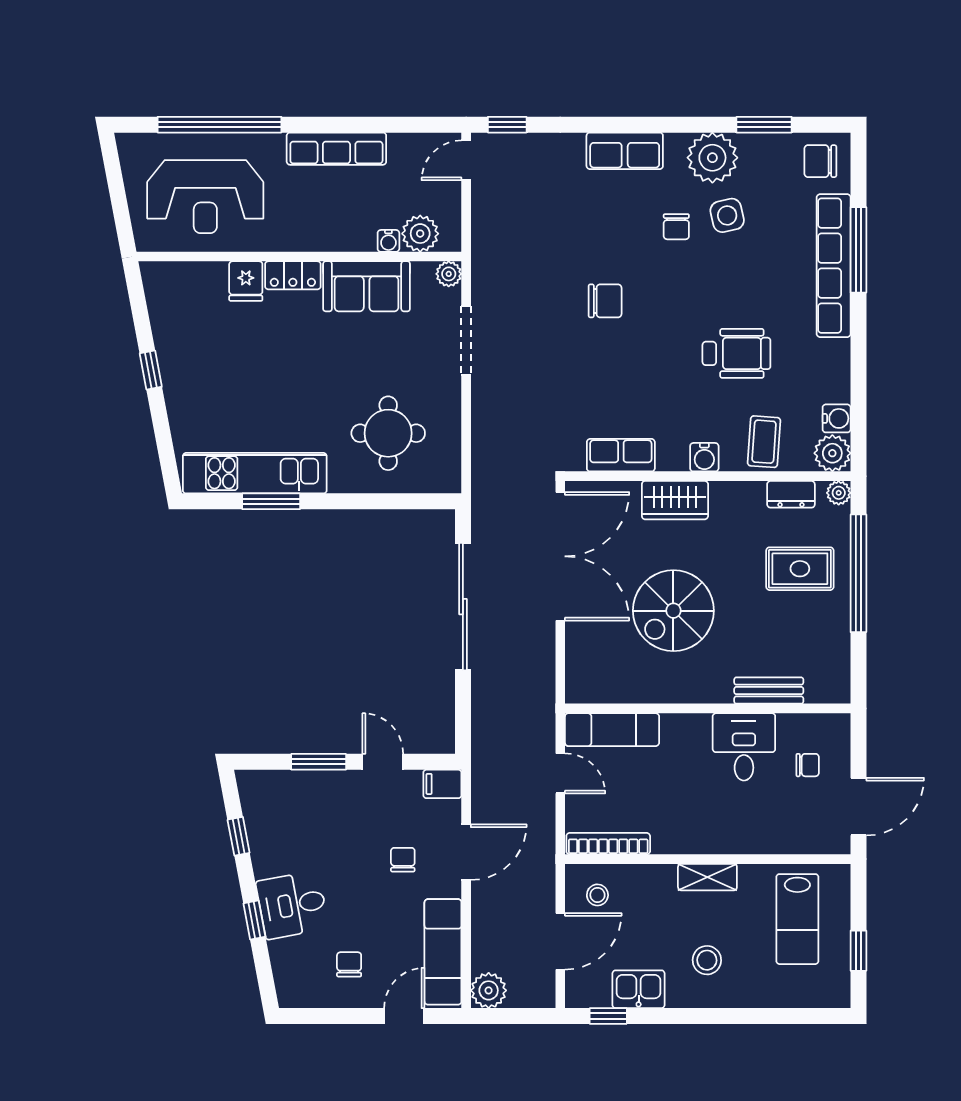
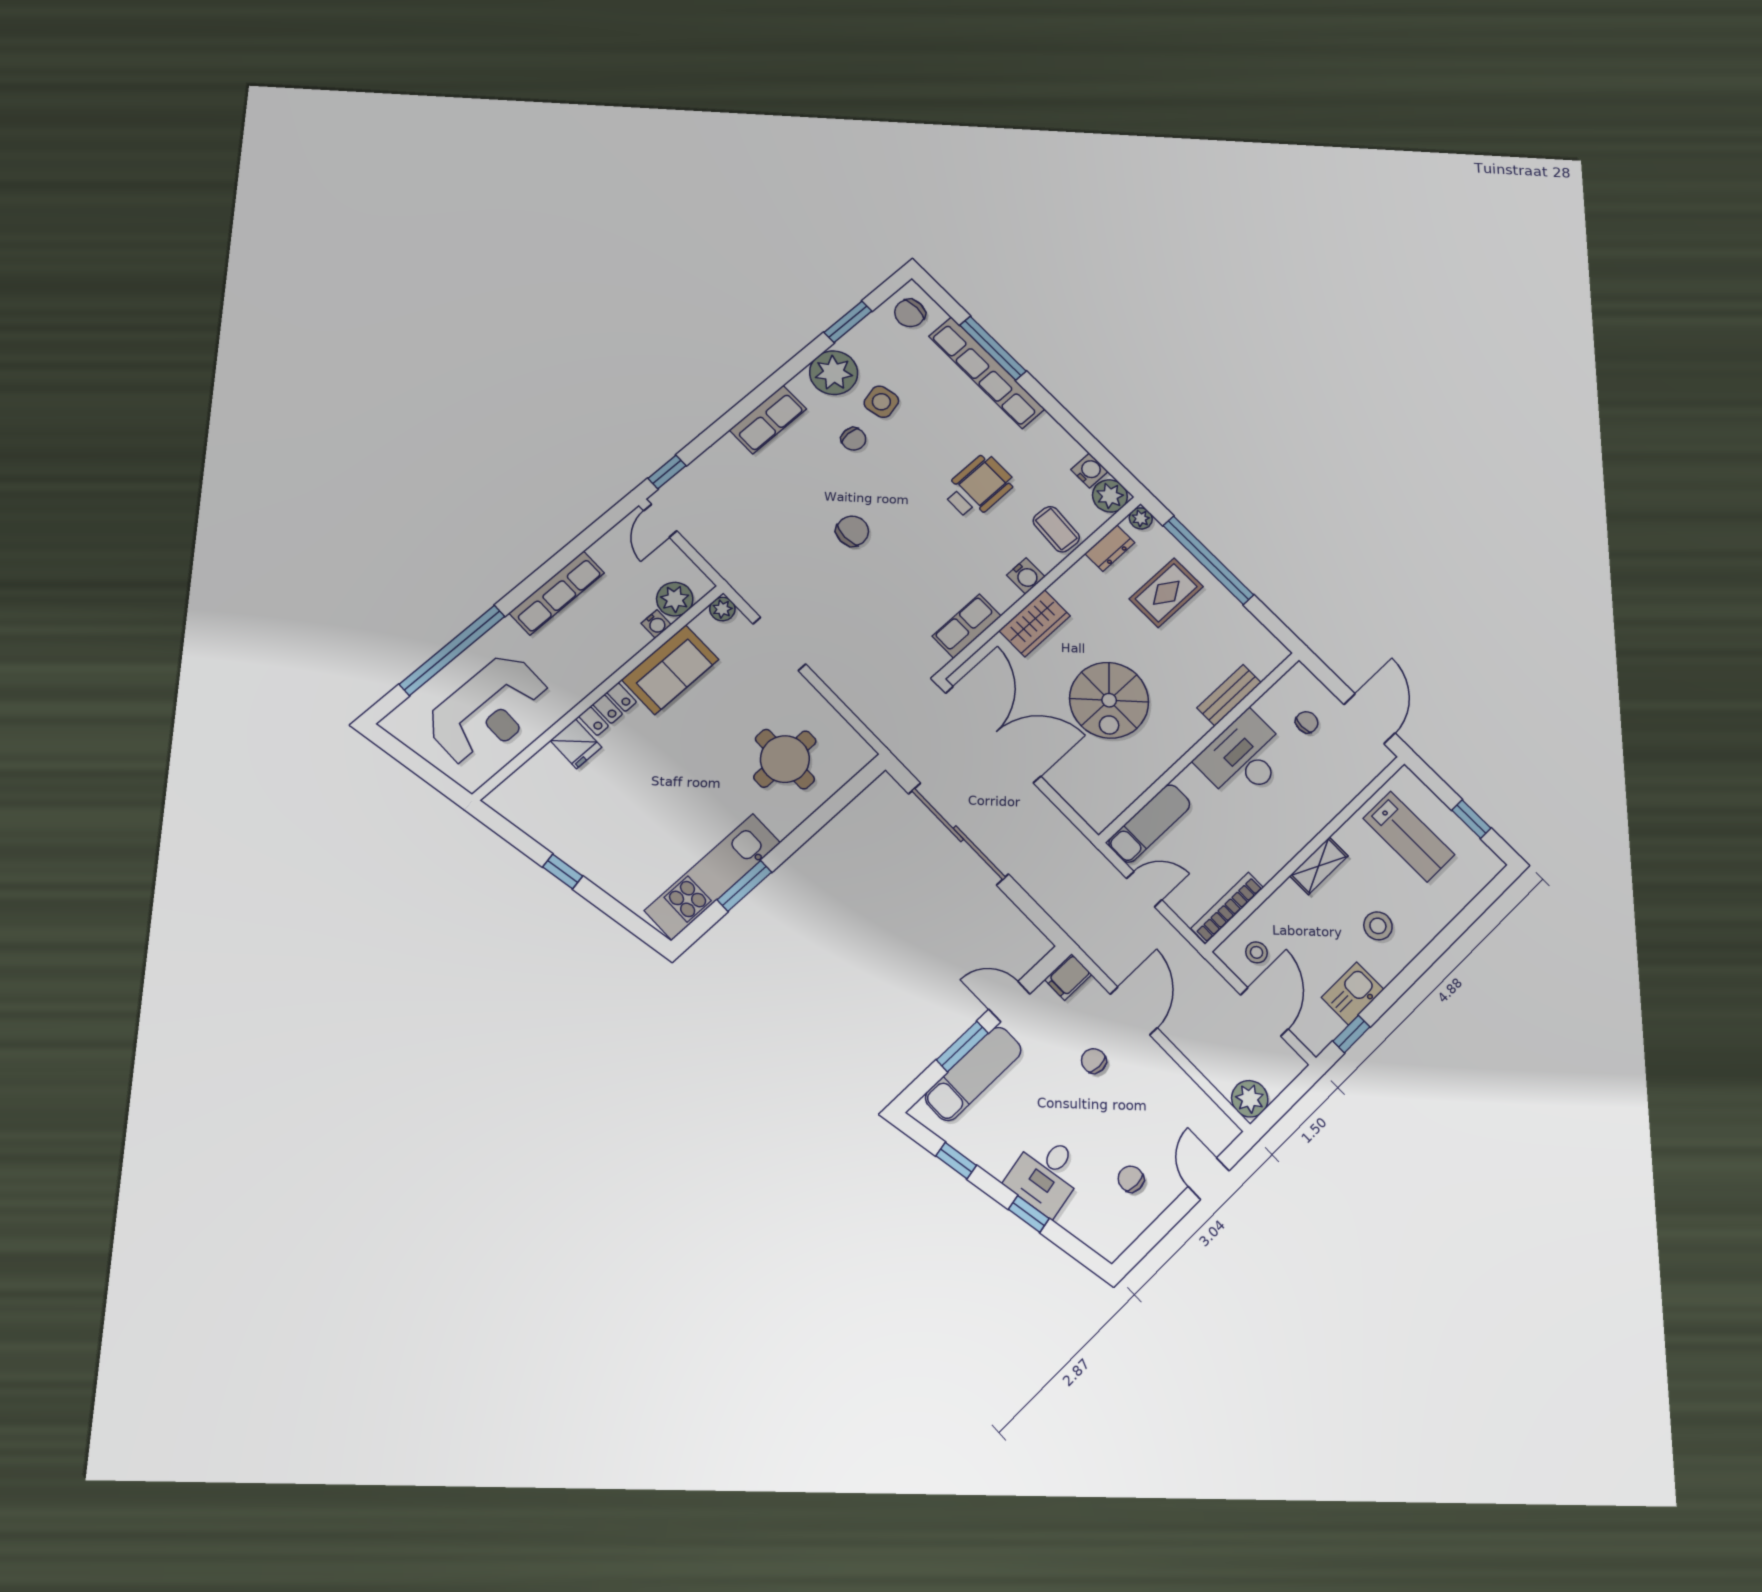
desk: (744, 747) -> (1244, 758), width x1.37
exam couch: (443, 952) -> (973, 1074), moved, turned -90

